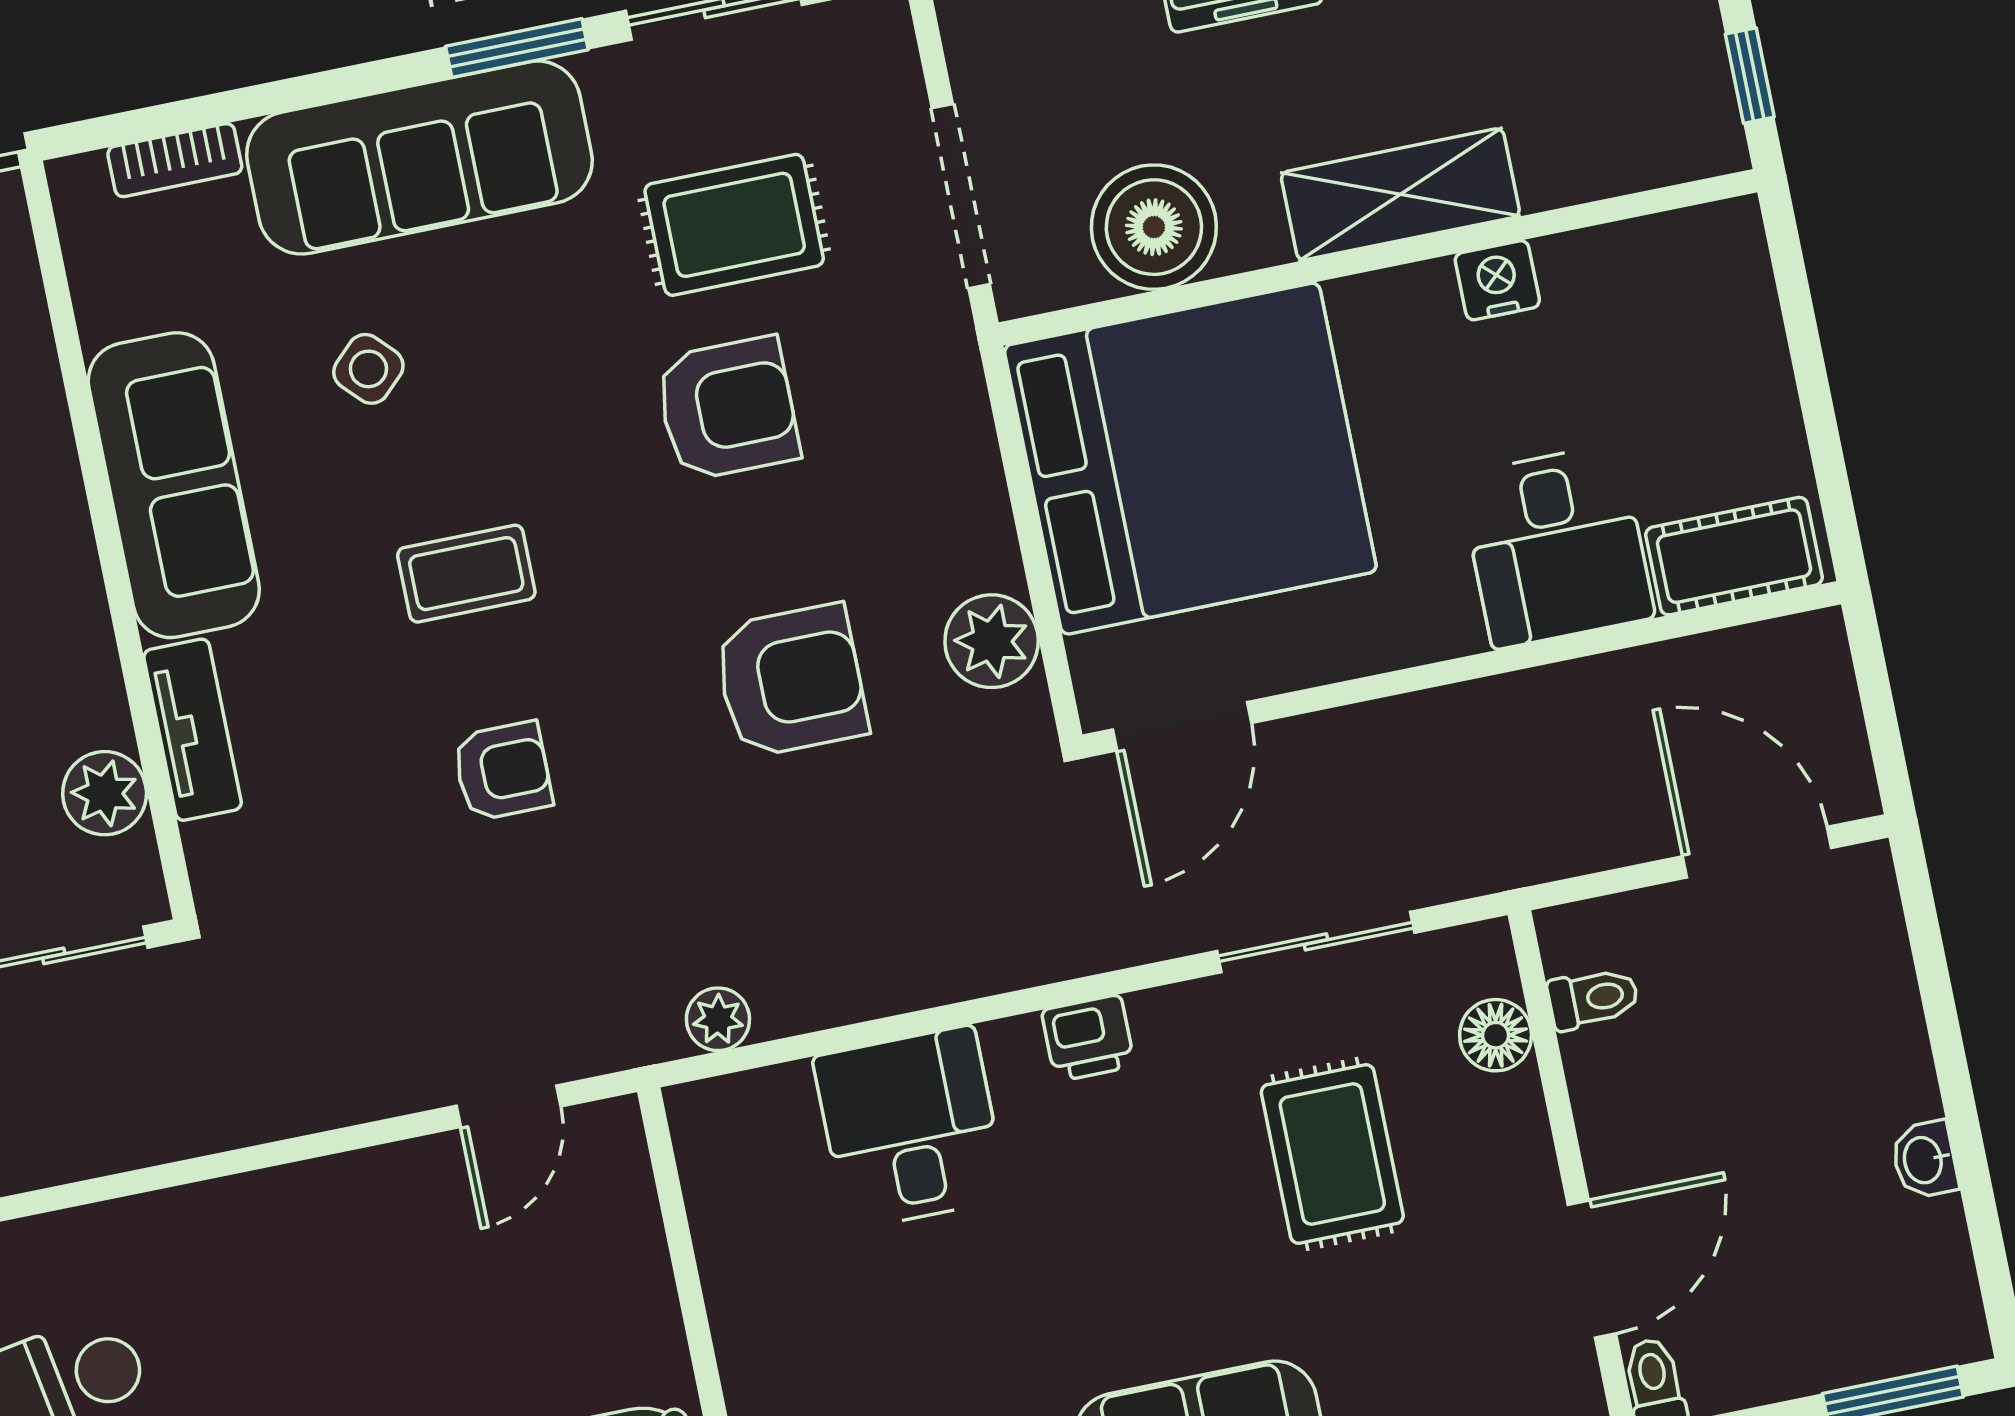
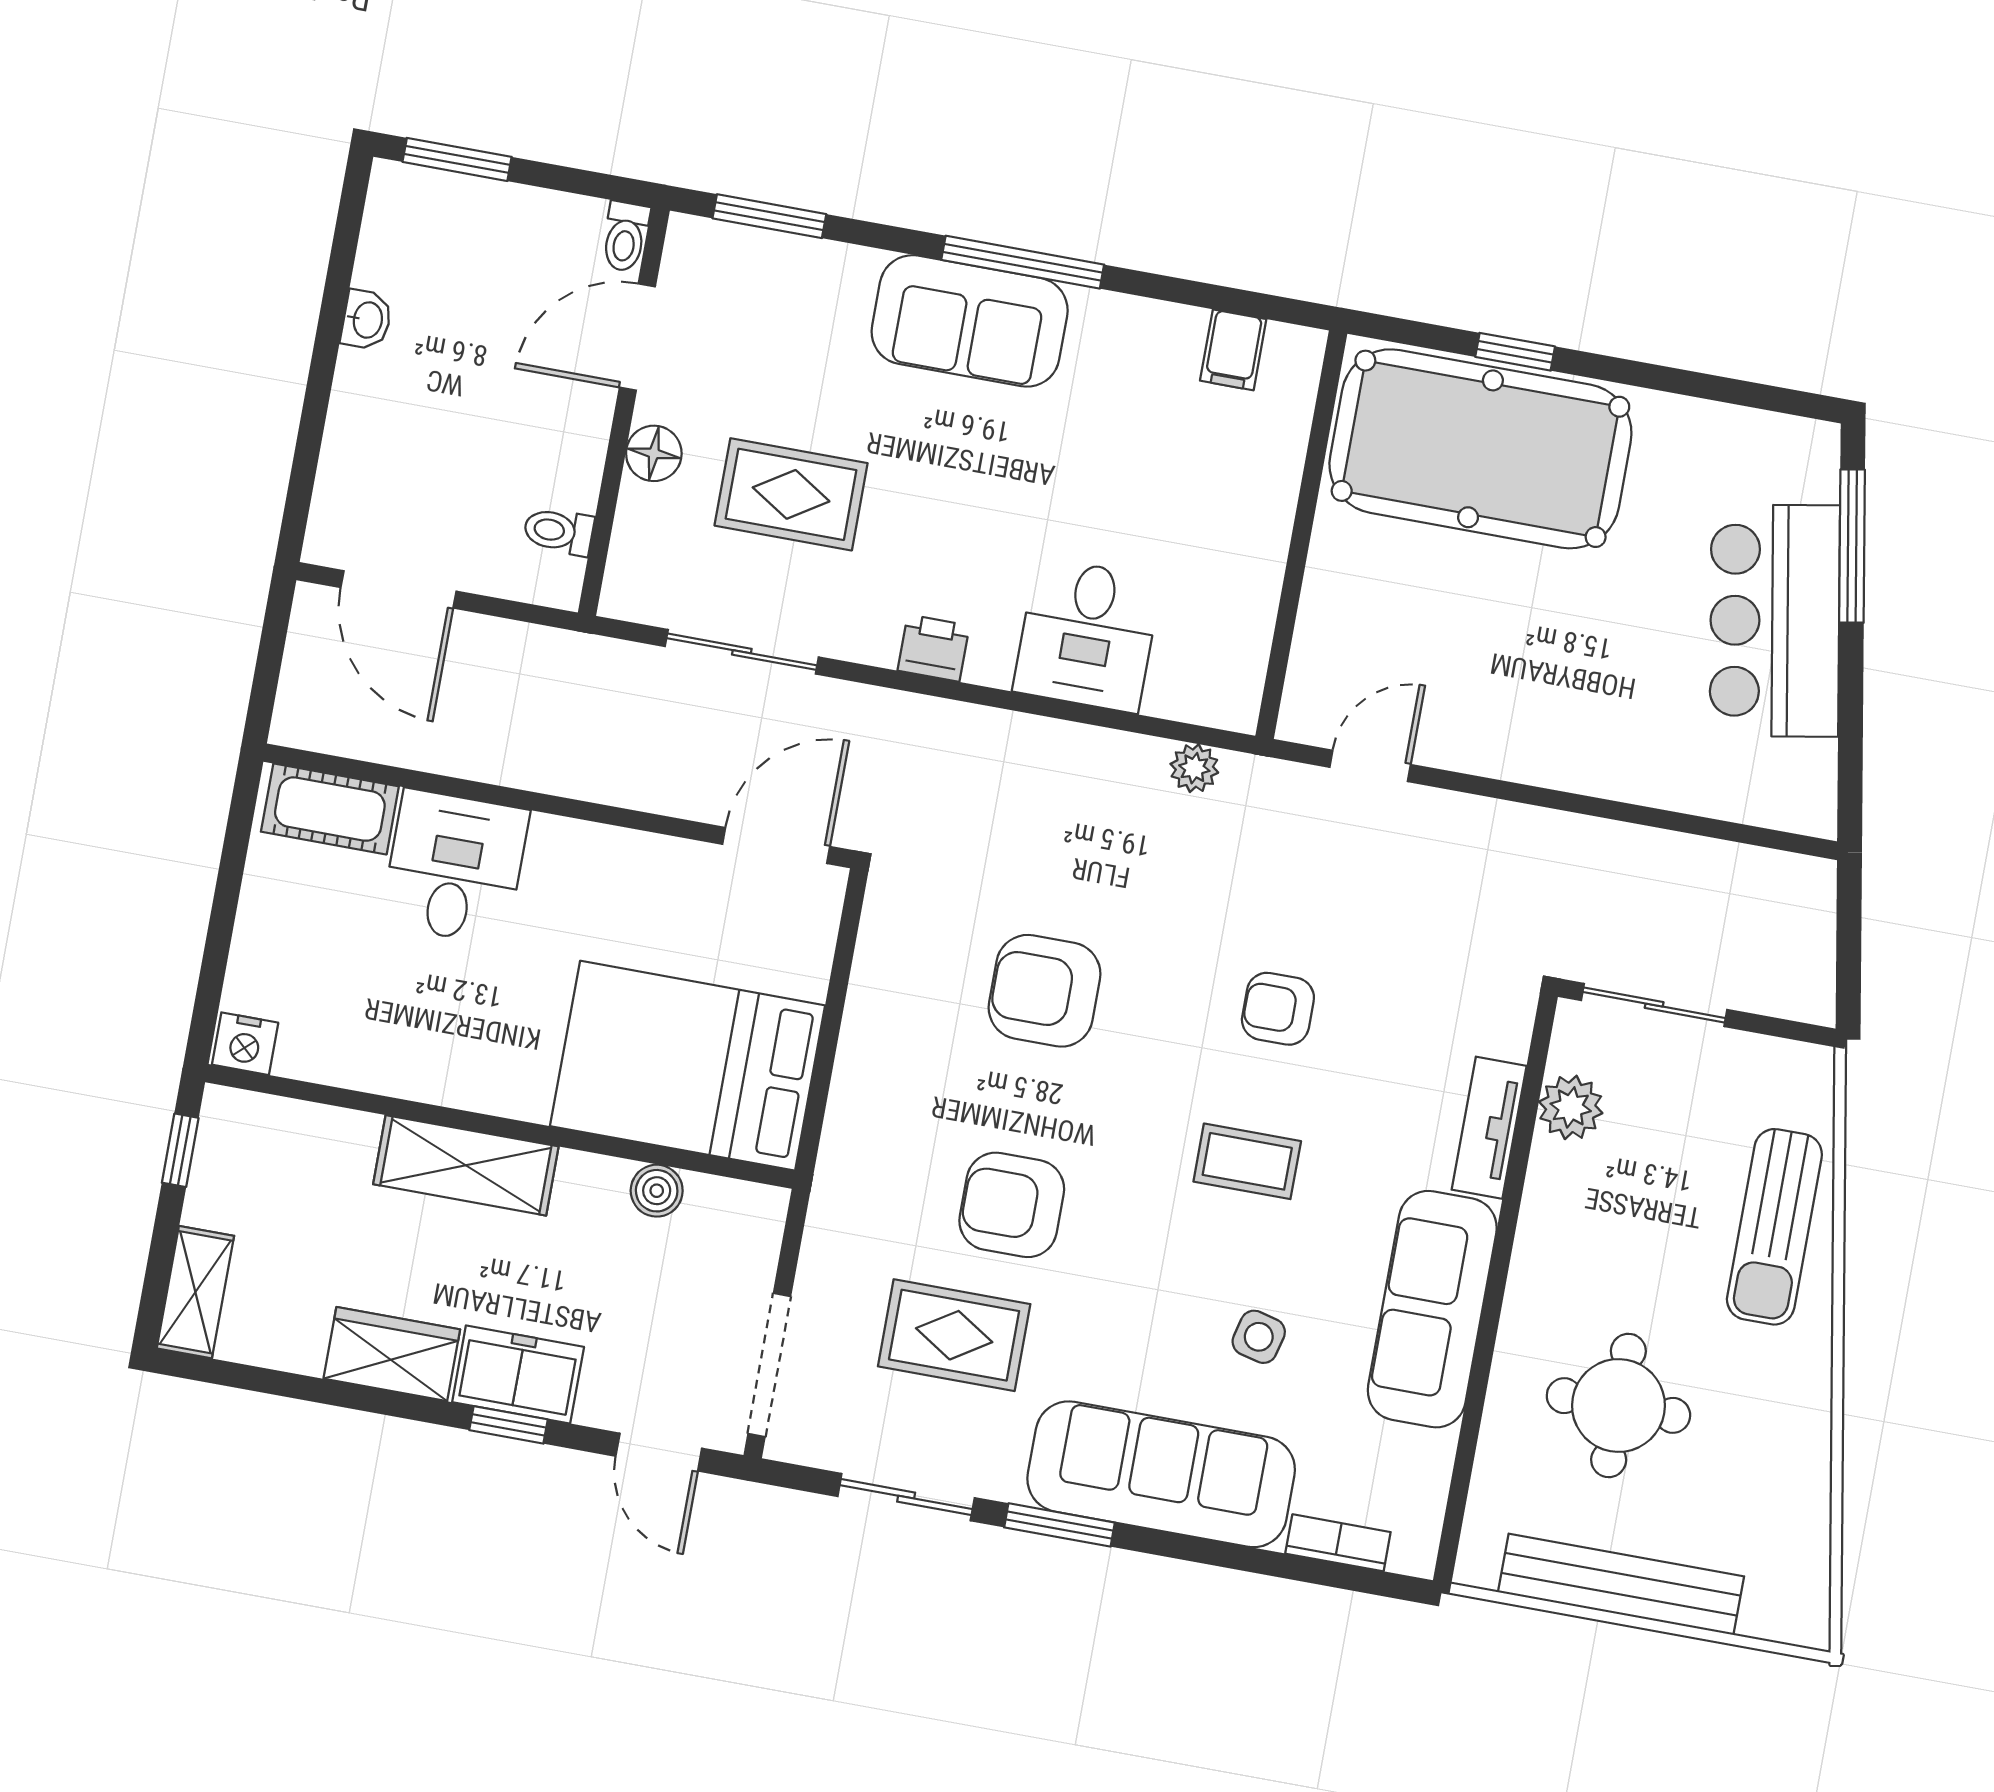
doorway: (961, 196) -> (769, 1365), moved
boiler: (1154, 227) -> (657, 1191), width x0.54, depth x0.54
nightstand: (1497, 280) -> (245, 1044), moved
side table: (368, 369) -> (1259, 1337), turned -32
bed: (1190, 459) -> (688, 1066), width x0.73
plant: (992, 641) -> (889, 961), removed
floor lamp: (1496, 1035) -> (654, 453), moved
rug: (1332, 1154) -> (791, 494), turned 90

